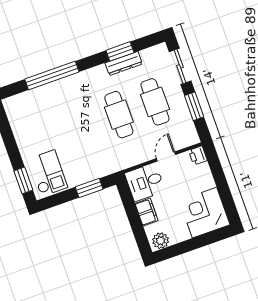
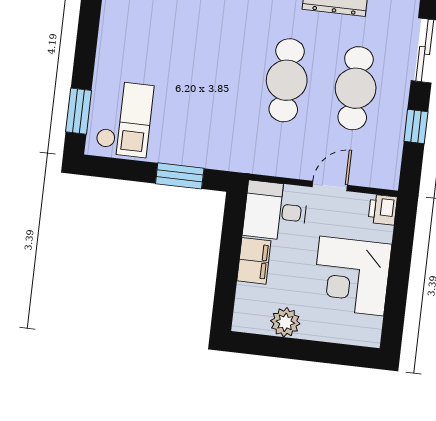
window: (194, 106) -> (416, 127), width x0.67
corner desk: (205, 213) -> (352, 276), moved, turned -90
plant: (161, 241) -> (285, 322), moved

